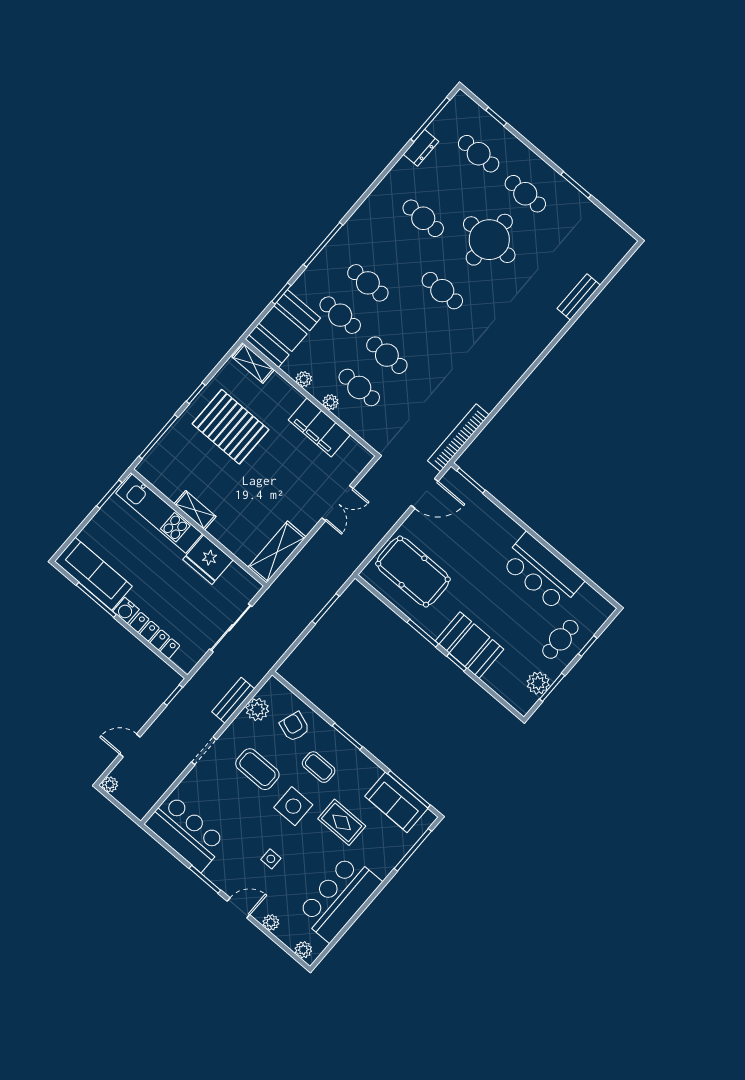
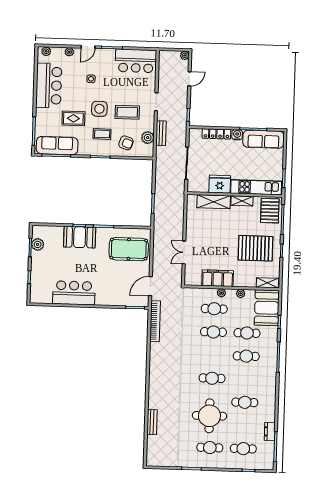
pallet: (167, 464) -> (270, 211), added
shelving: (277, 552) -> (214, 202), moved, turned 90
cafe table: (560, 639) -> (43, 271), removed
sofa: (396, 802) -> (57, 146), width x1.36

